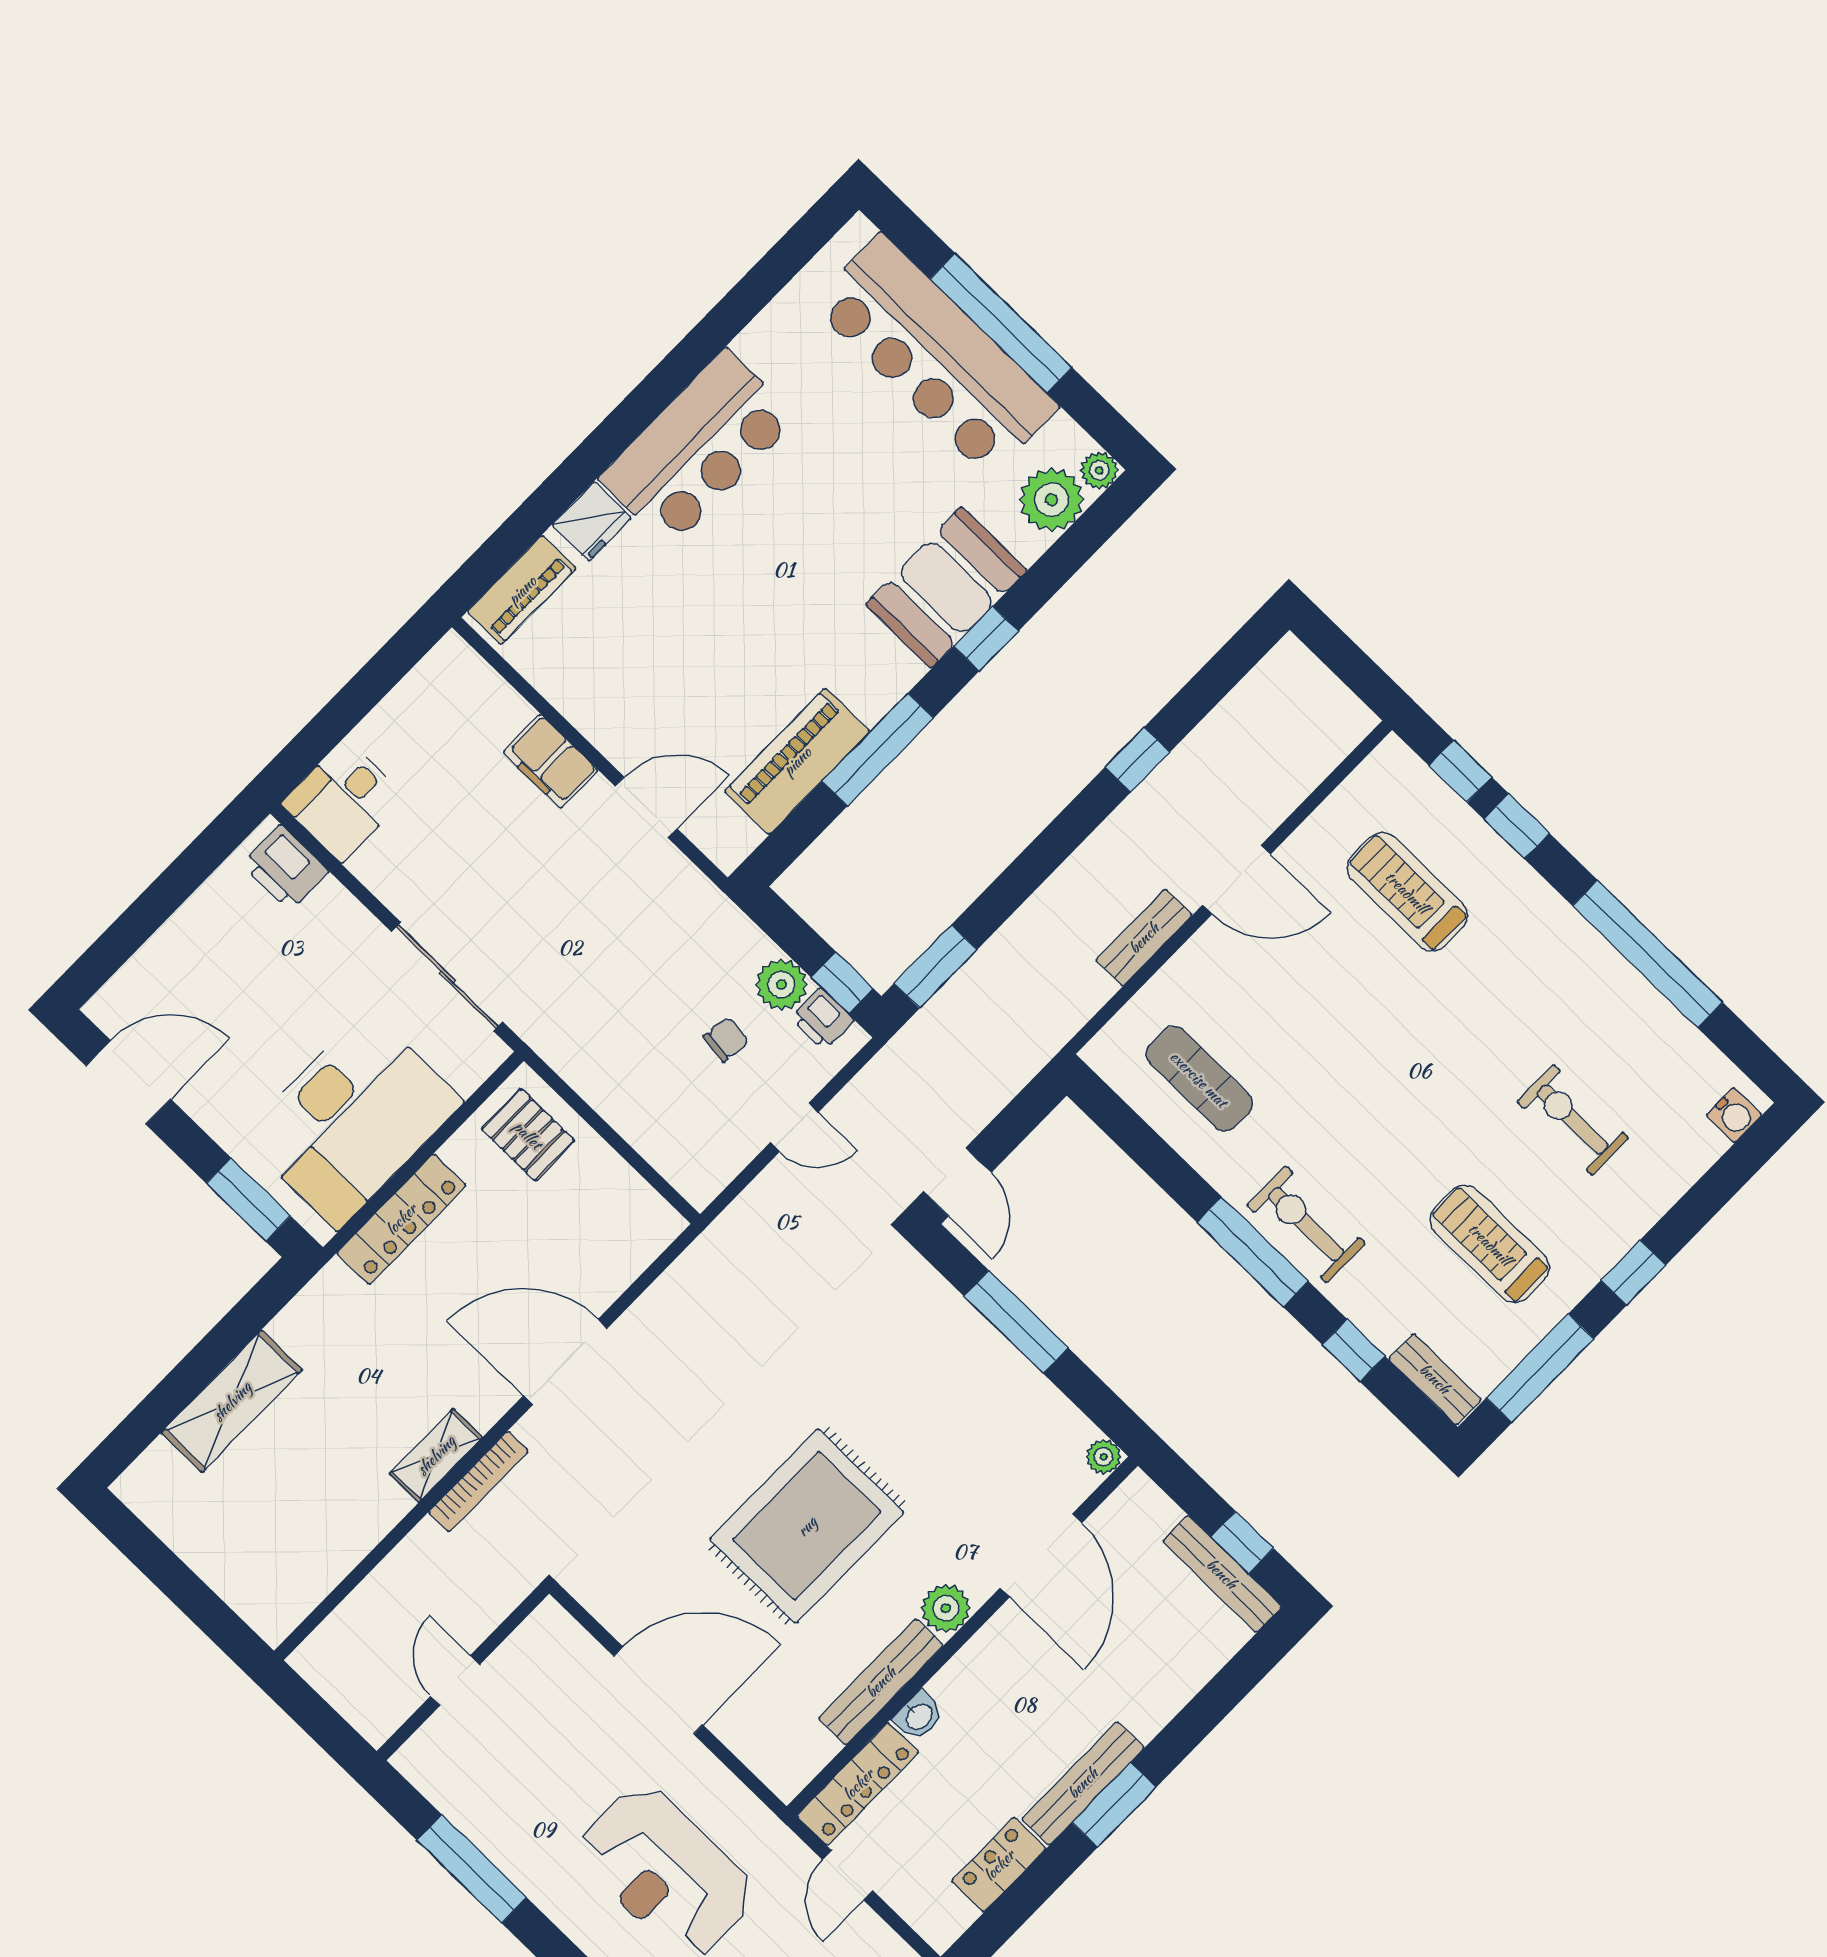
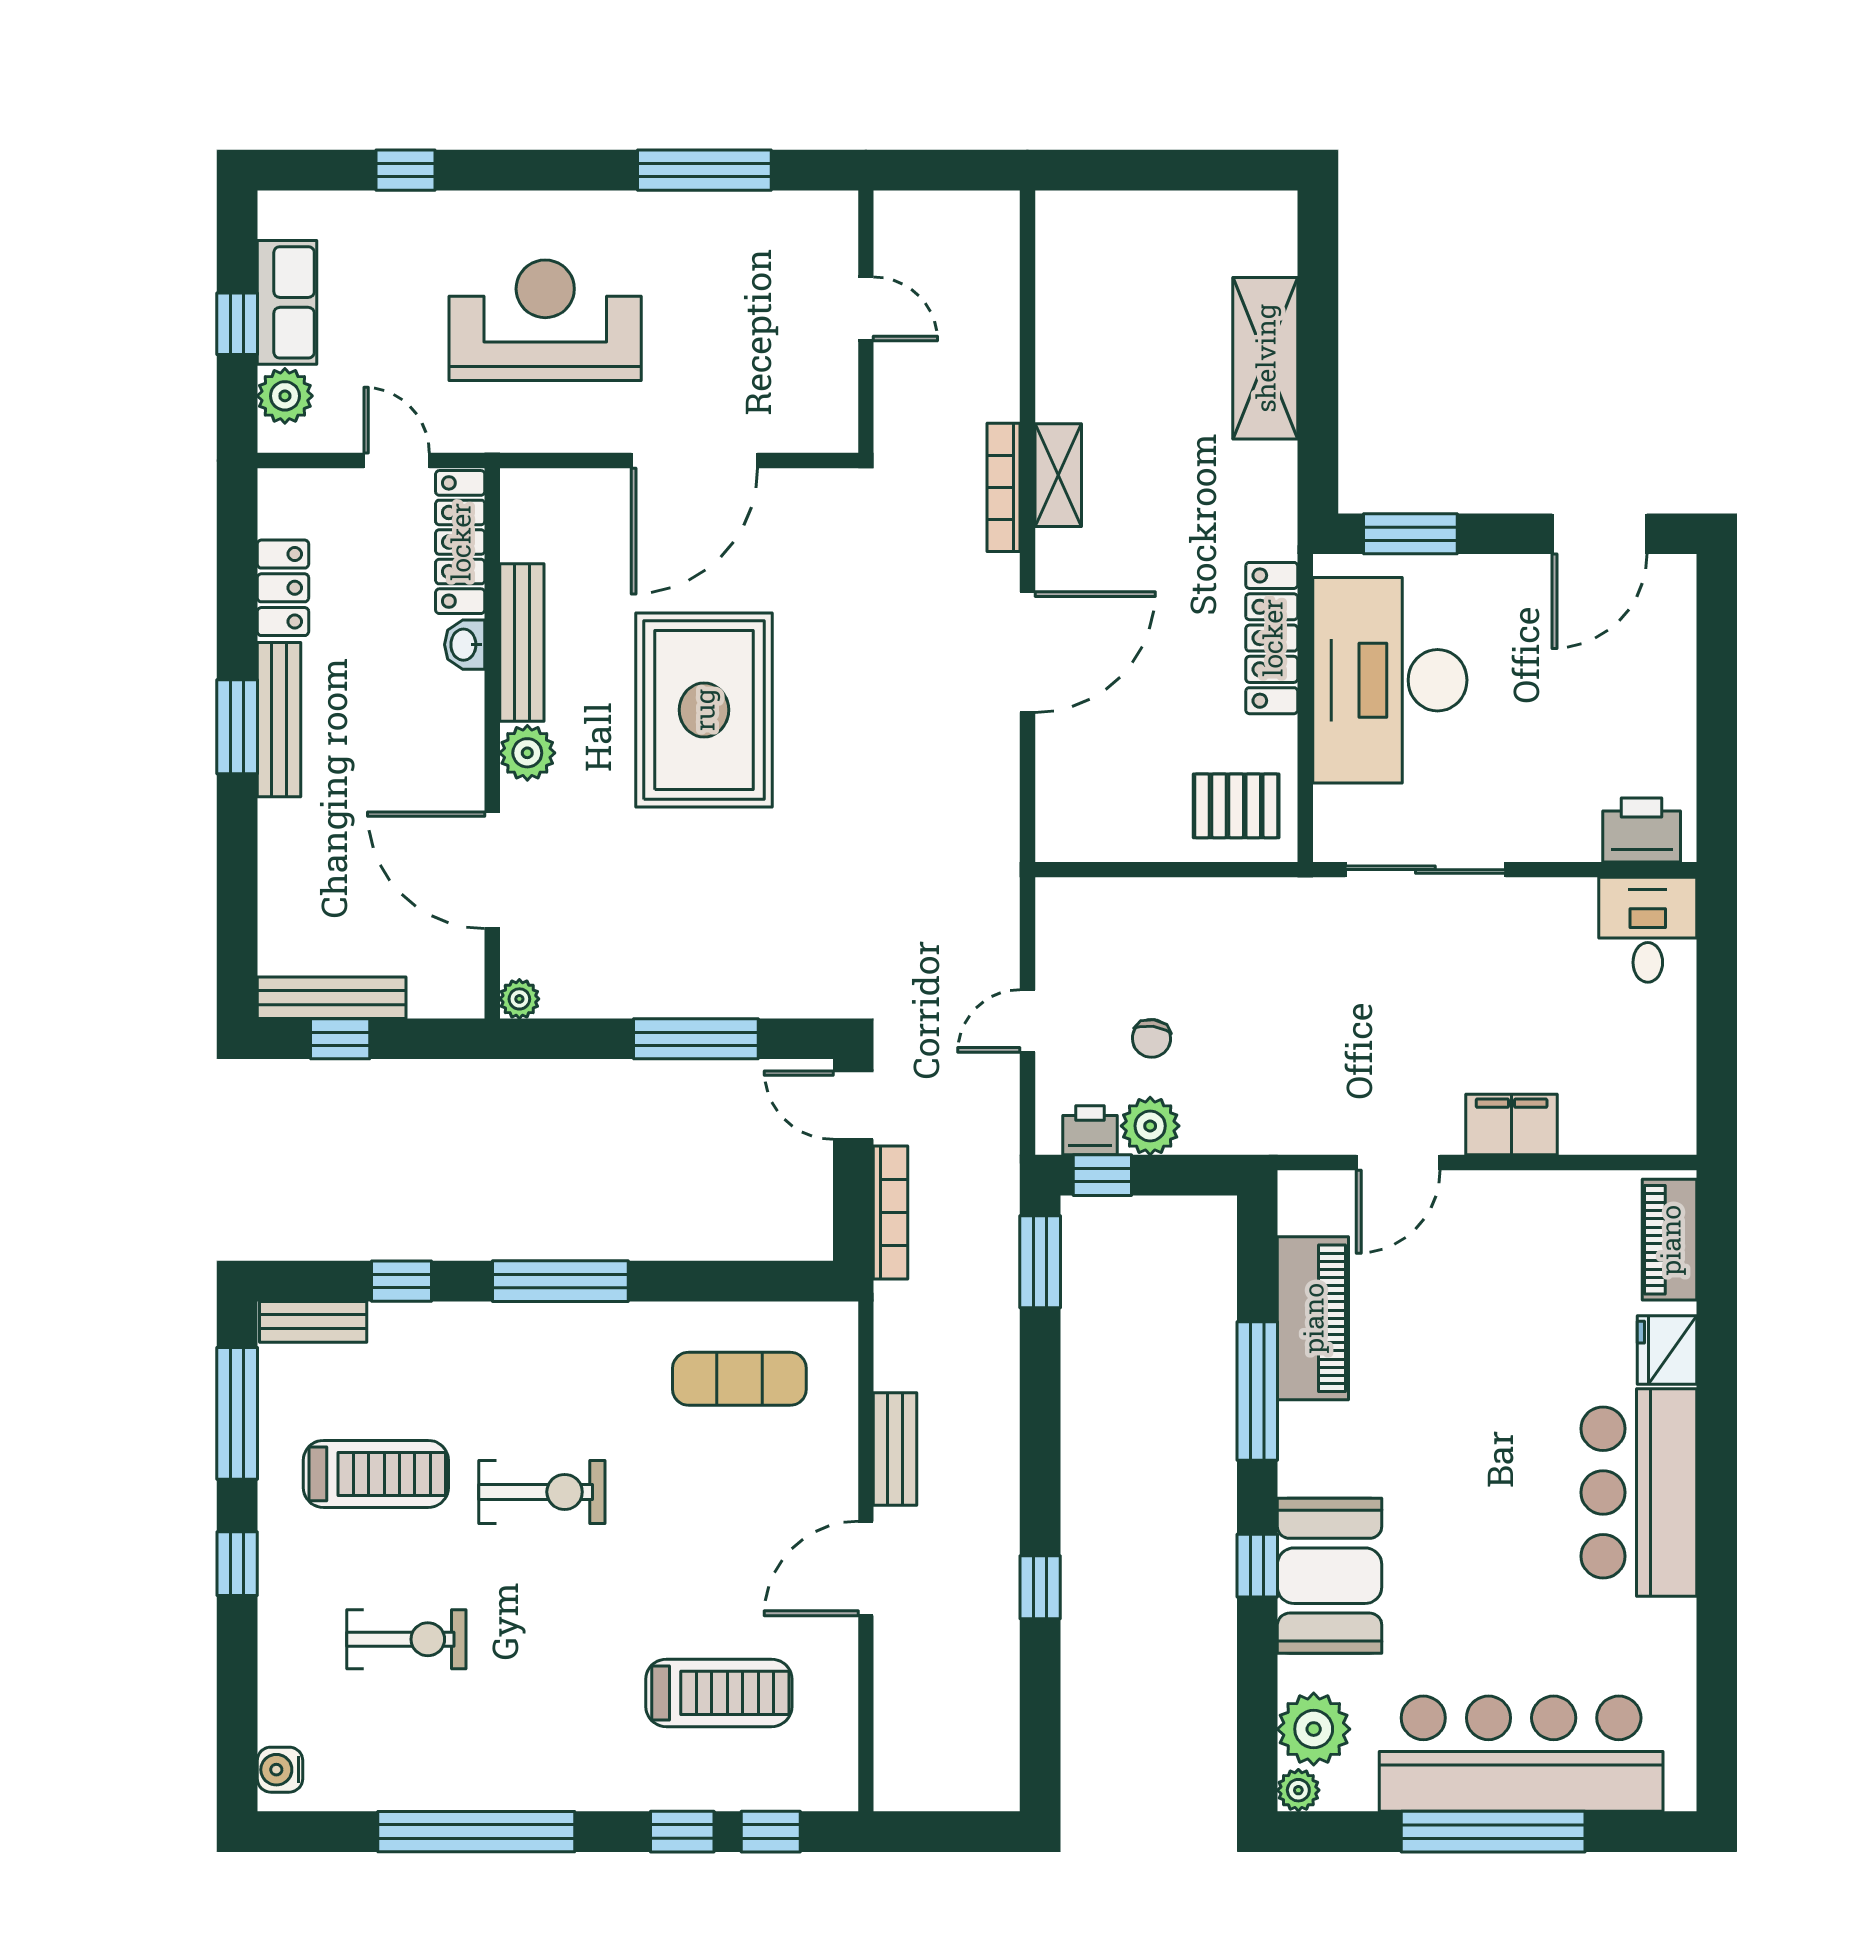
bookcase: (1000, 1091) -> (891, 1213), added
exercise bike: (1306, 1224) -> (542, 1492), moved

